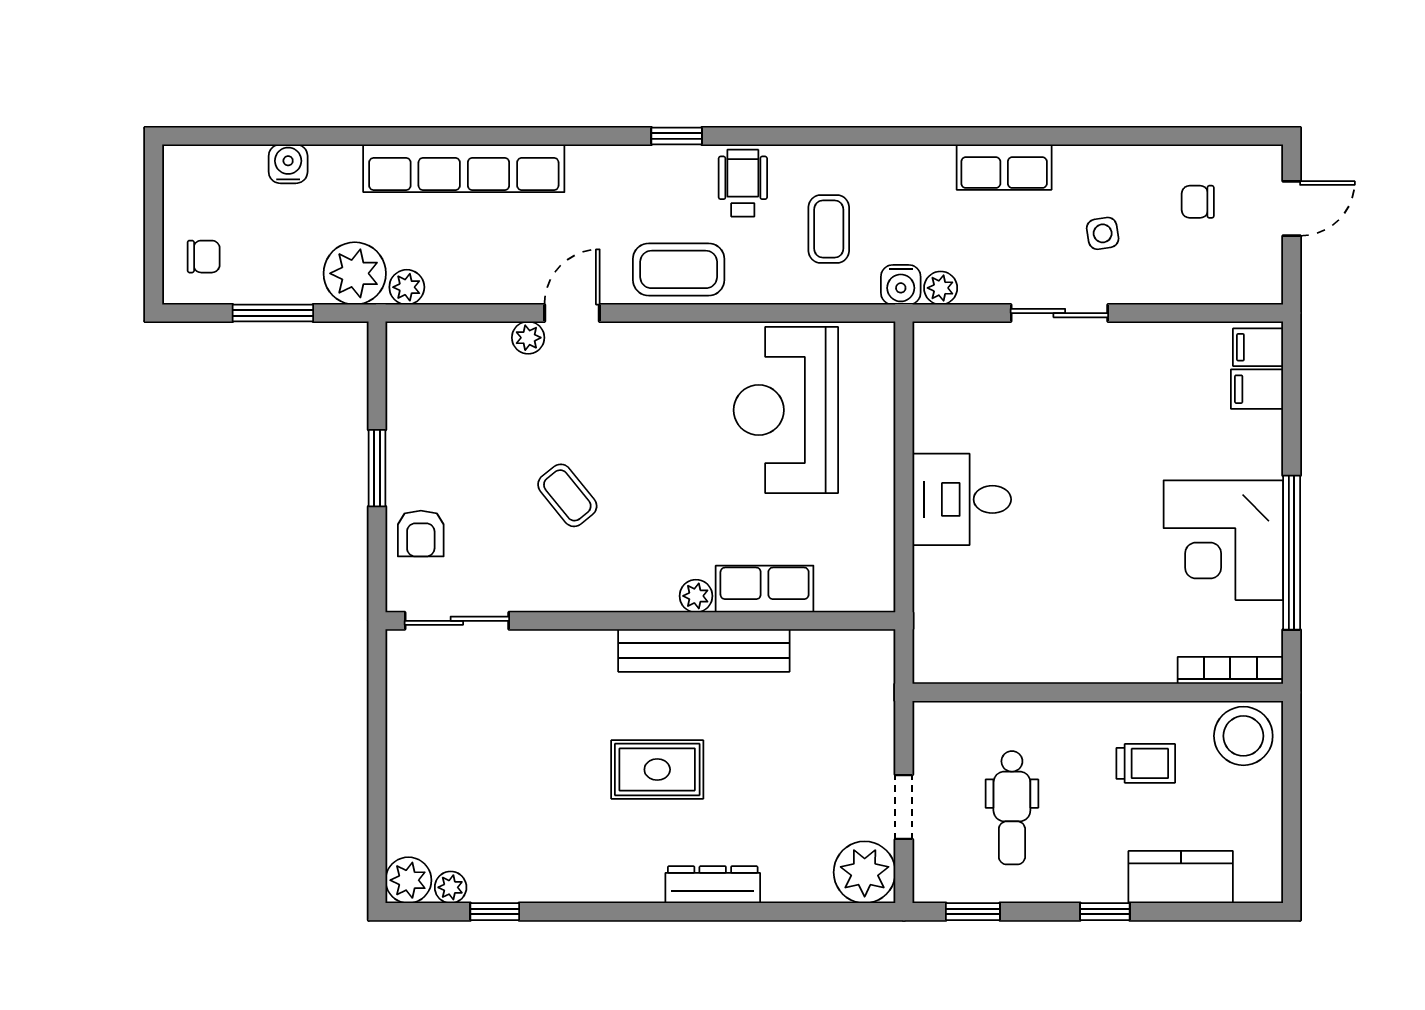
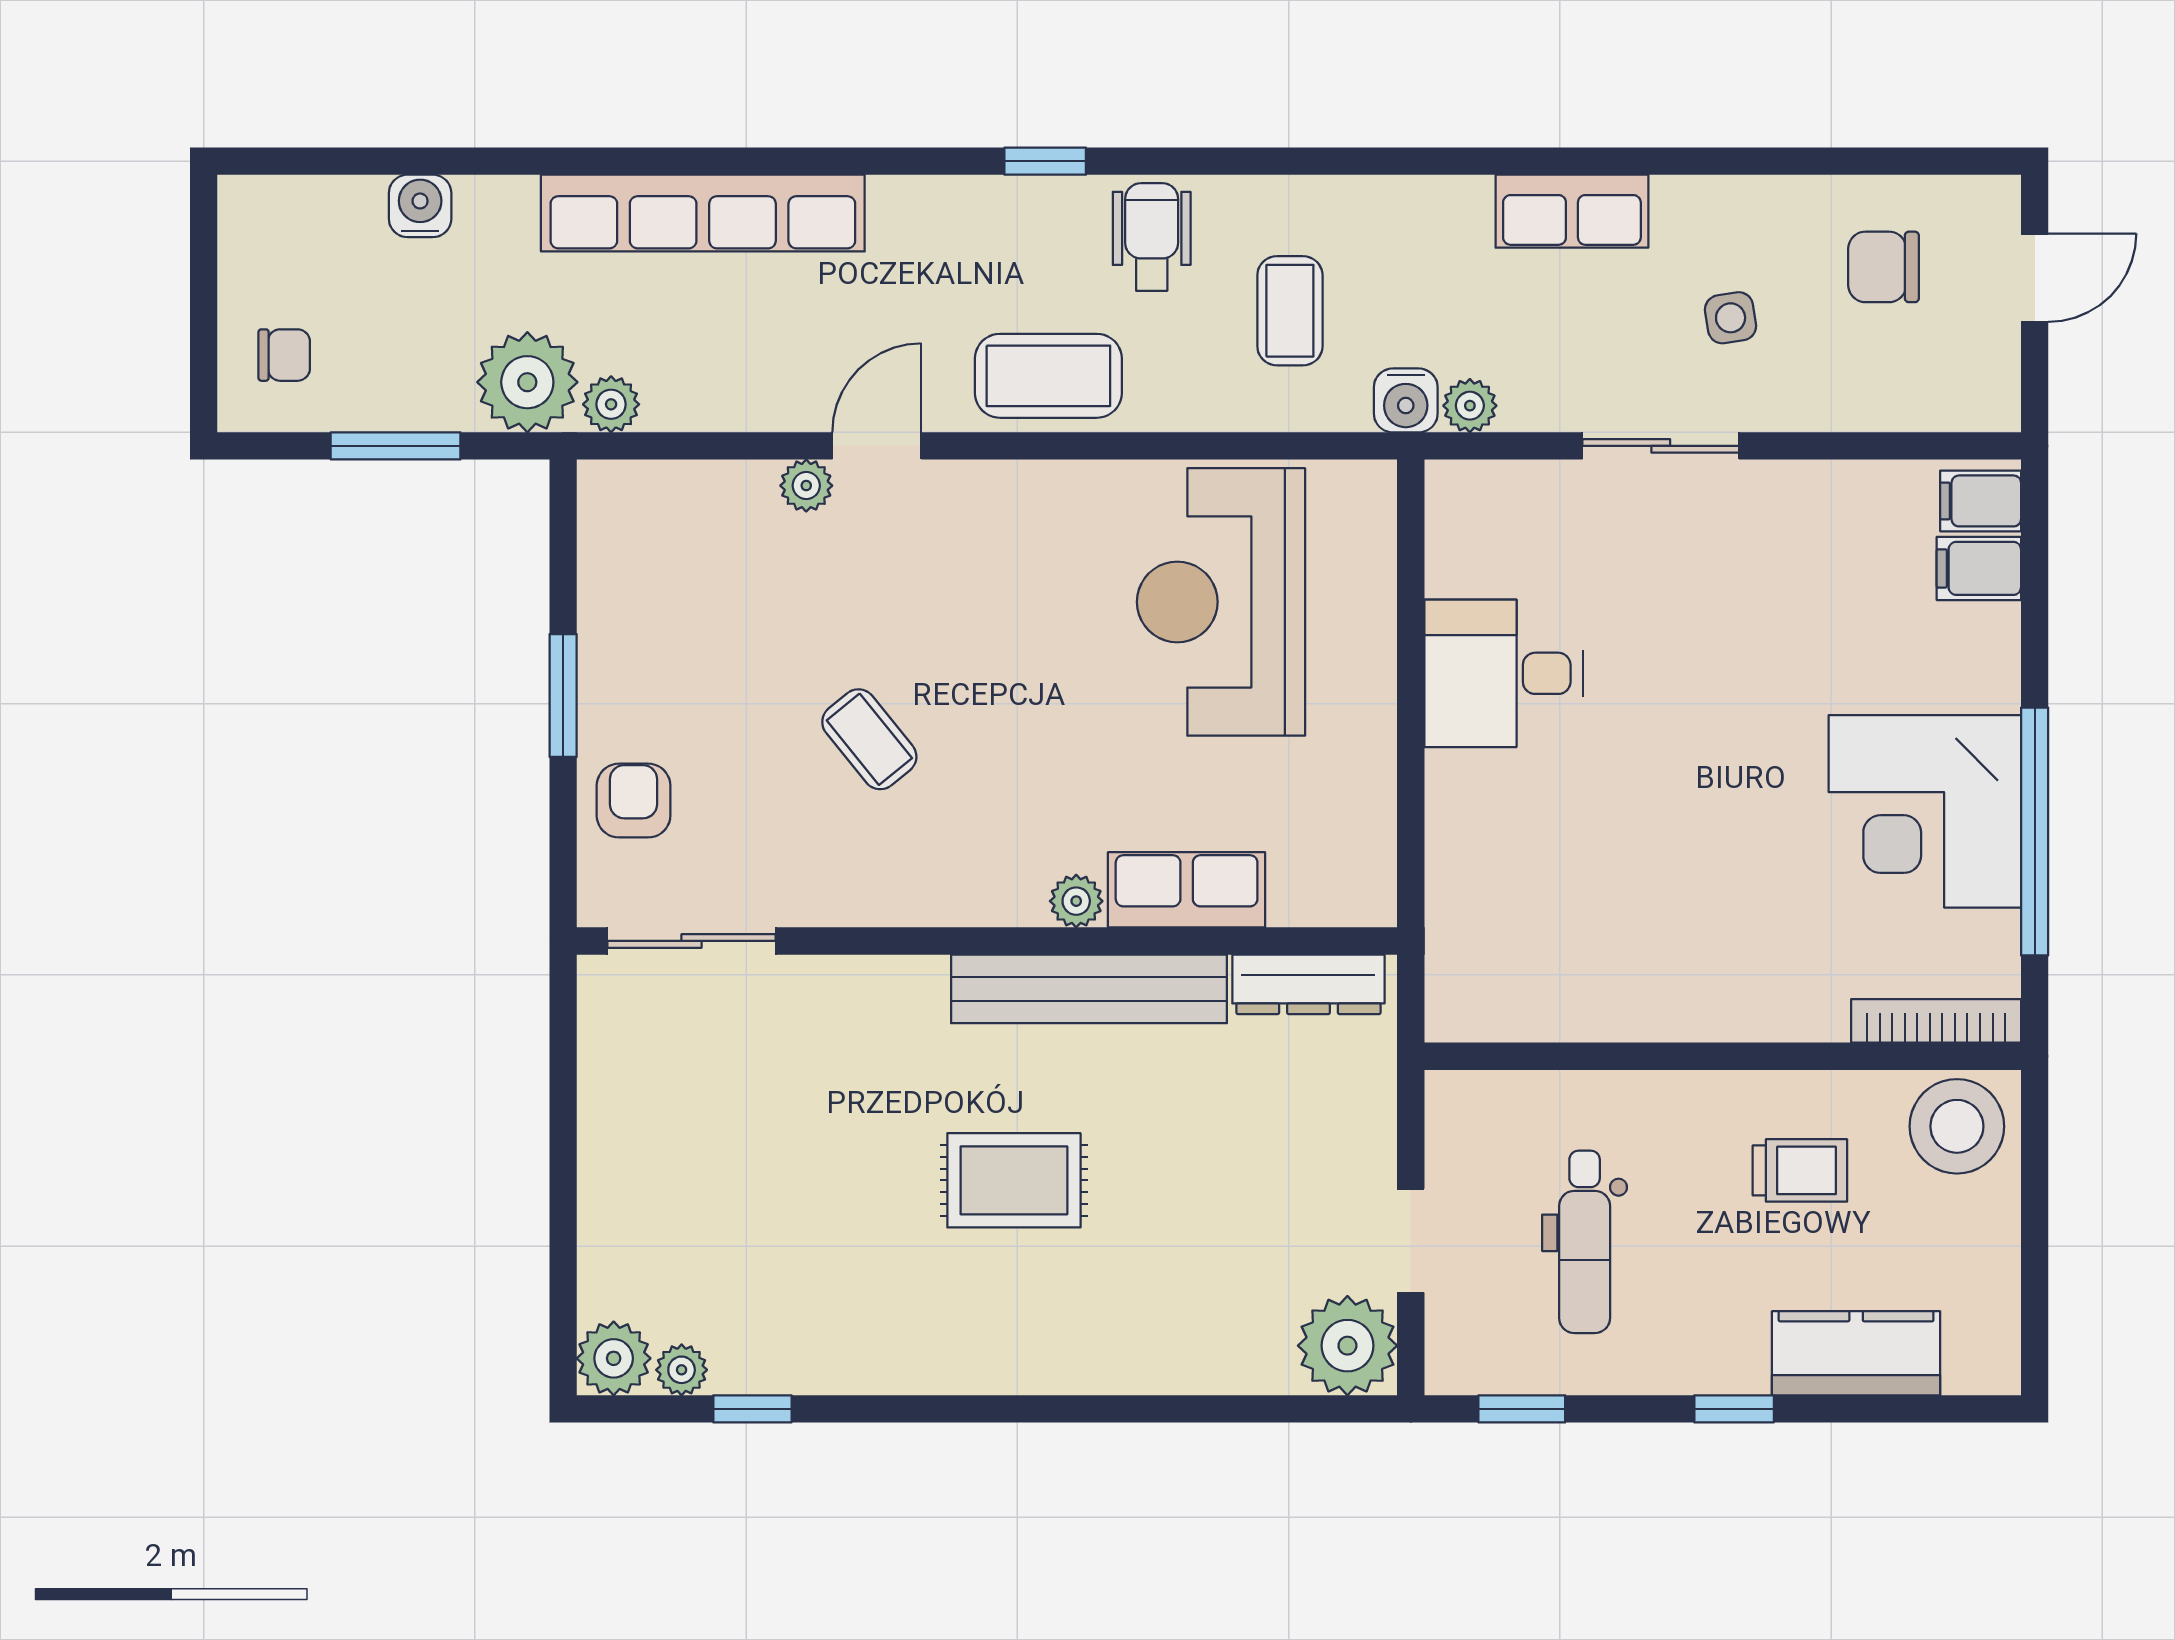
chair: (1198, 202) -> (1884, 267), width x1.37, depth x1.37
desk: (962, 499) -> (1504, 673), moved
armchair: (421, 533) -> (634, 801), turned 180
dresser: (713, 885) -> (1308, 984), moved, turned 180

